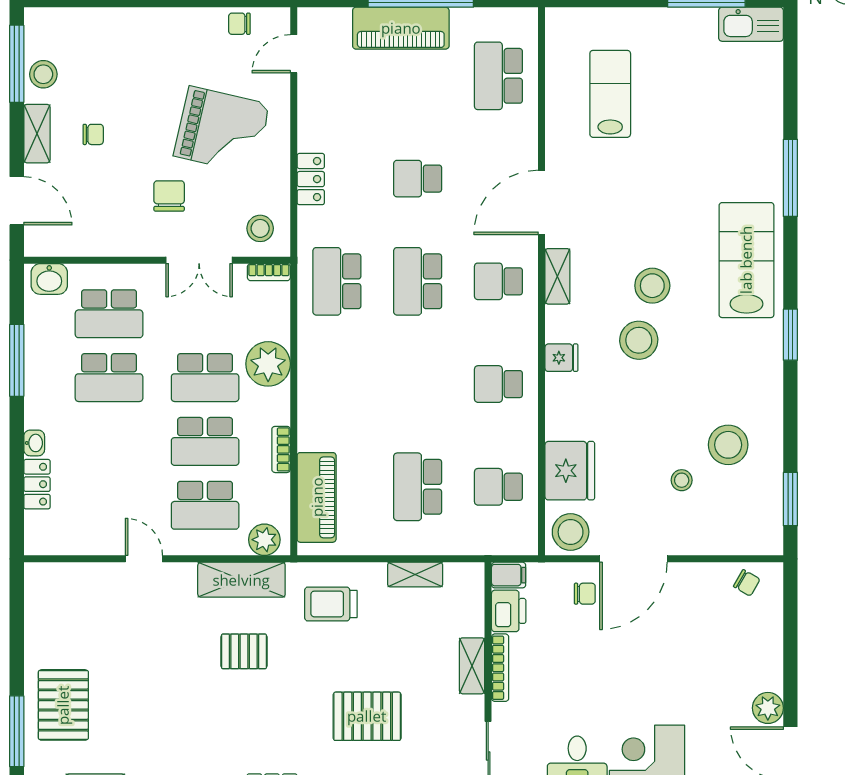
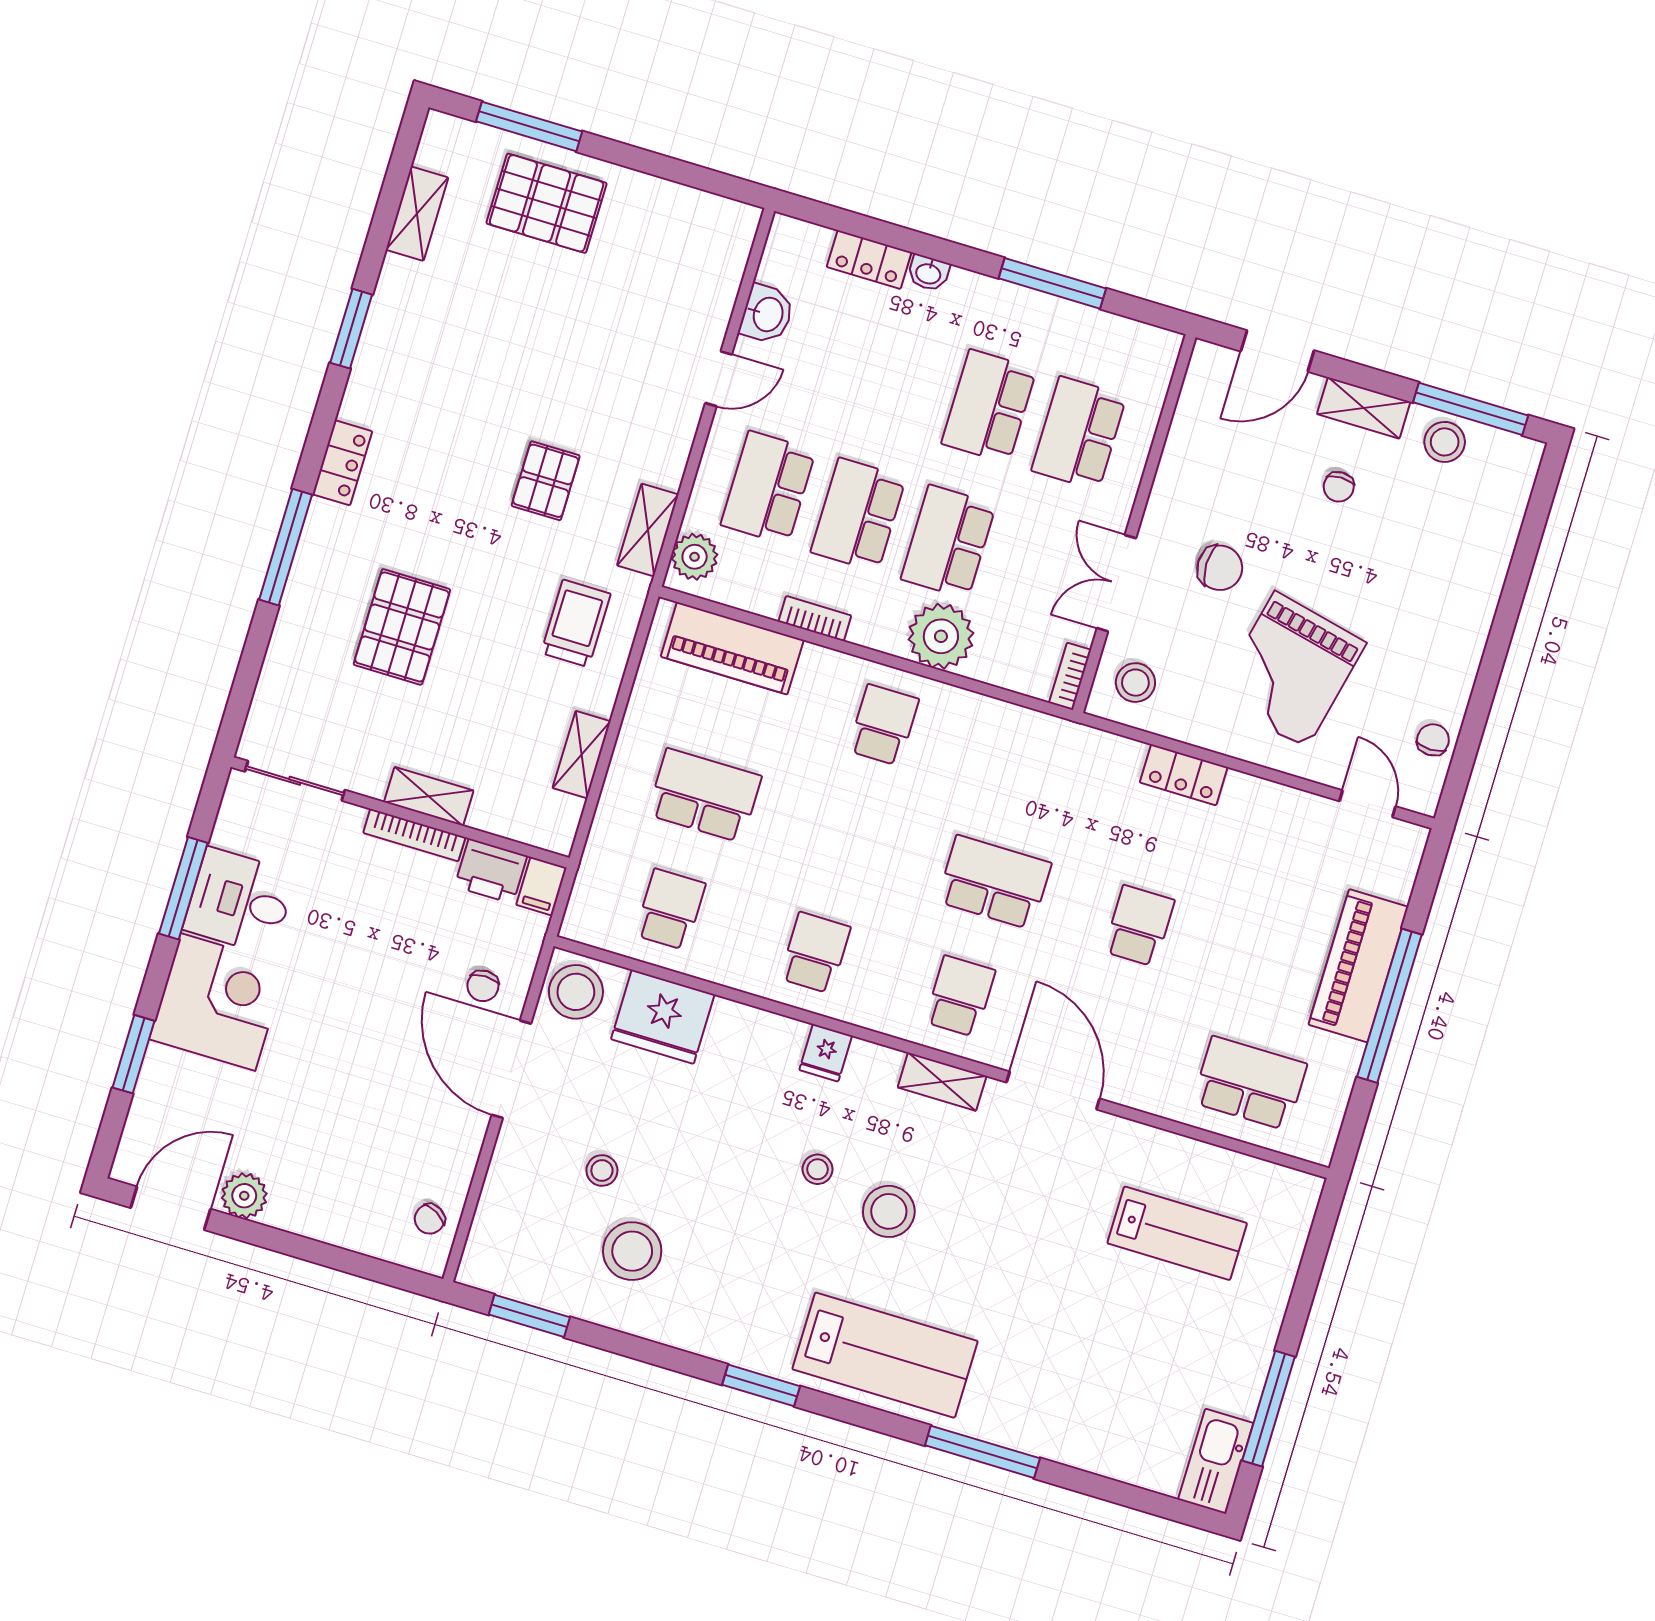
washbasin: (49, 279) -> (767, 314), moved, turned 180
school desk: (337, 281) -> (883, 725), moved, width x0.54
stool: (639, 340) -> (818, 1169), width x0.53, depth x0.53
shelving: (241, 580) -> (648, 530), width x0.67, depth x0.75

